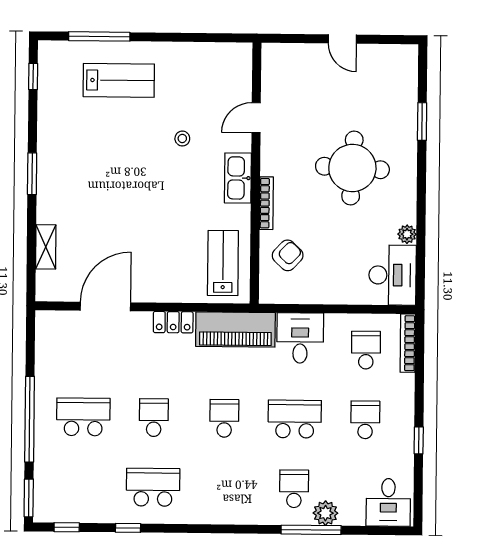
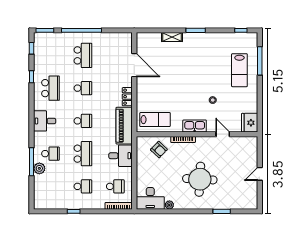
fridge: (232, 60) -> (250, 123), added
shelving: (46, 247) -> (172, 37), moved
desk: (388, 502) -> (45, 121), moved

